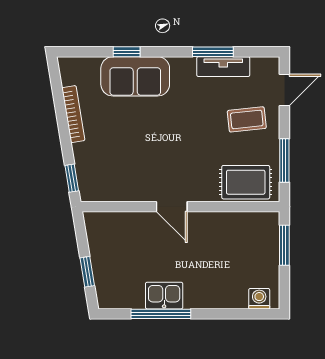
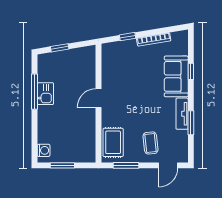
tv unit: (223, 67) -> (182, 114), moved
door: (284, 90) -> (168, 165), hinge flipped
window: (72, 178) -> (127, 37), moved
window: (284, 245) -> (62, 165), moved

